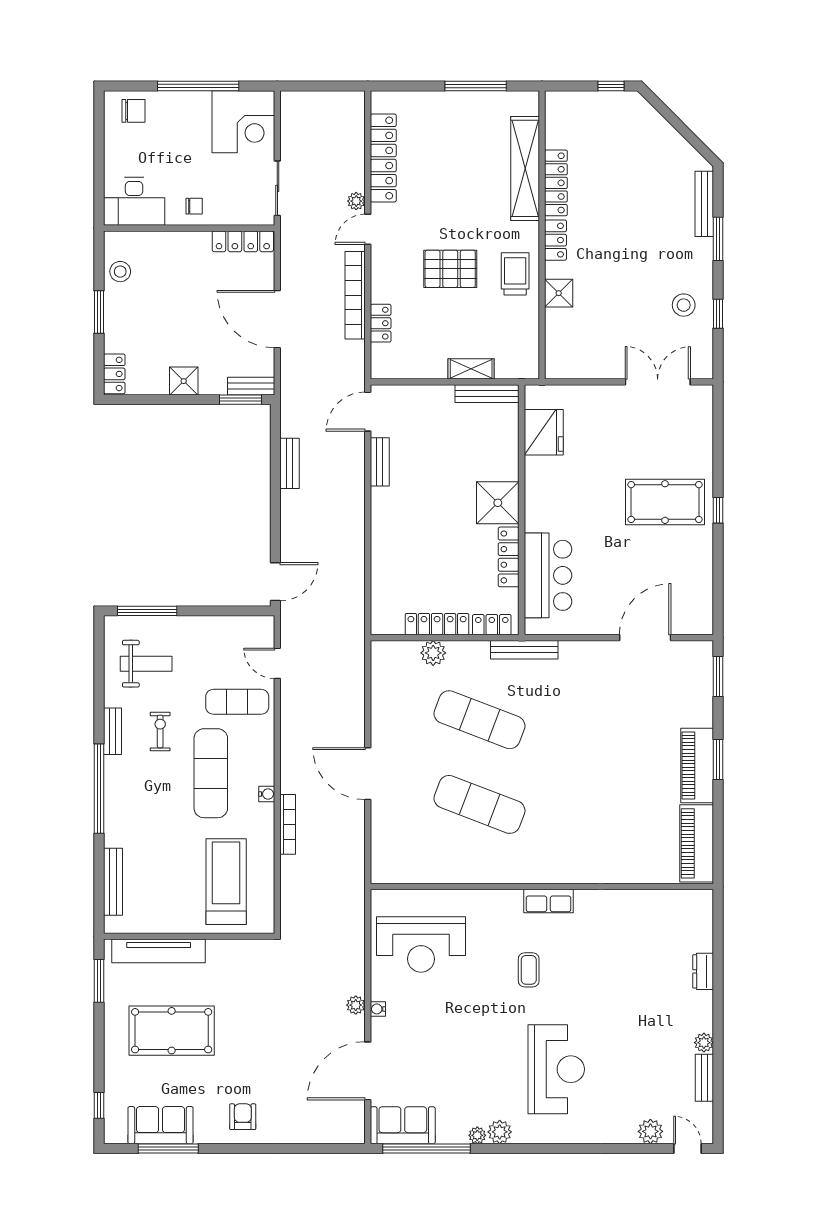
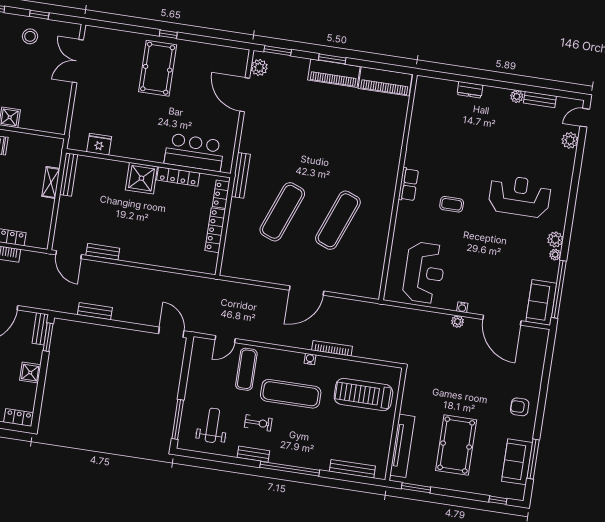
fridge: (544, 432) -> (99, 144), width x0.73, depth x0.75
plant: (433, 653) -> (259, 67), moved
exercise bike: (160, 732) -> (258, 423), turned 180

